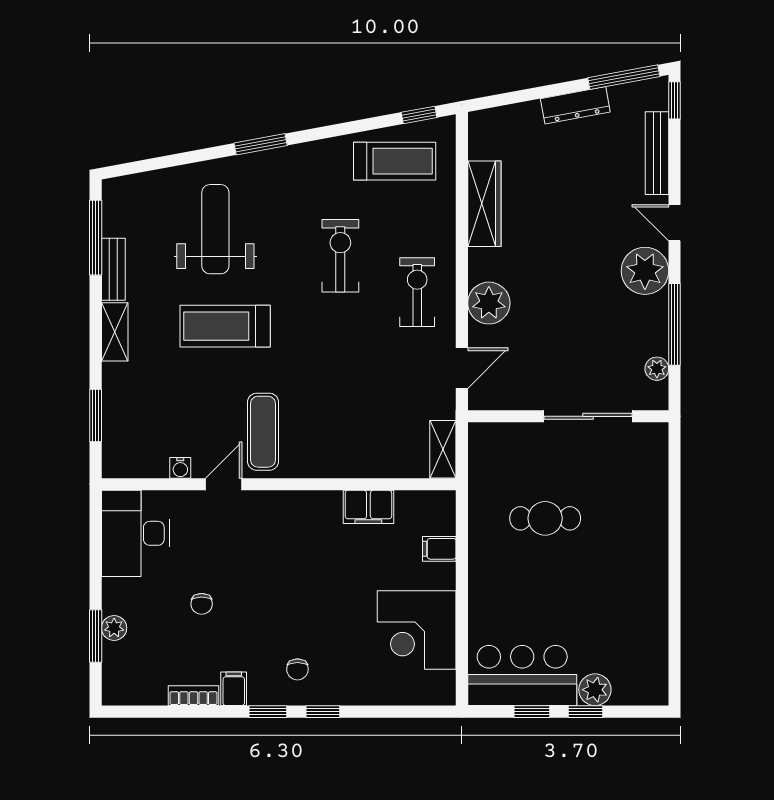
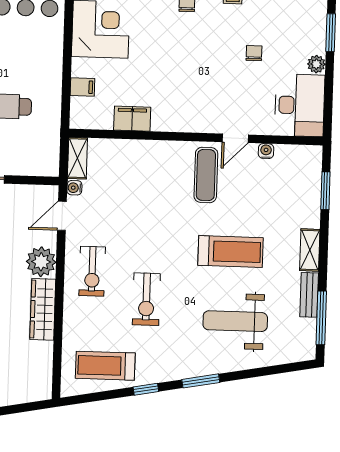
window: (419, 115) -> (146, 389), moved
wardrobe: (484, 204) -> (43, 309), moved
weight bench: (215, 229) -> (235, 321), turned 90
water cooler: (446, 408) -> (74, 188), added
plant: (114, 628) -> (316, 64), moved

